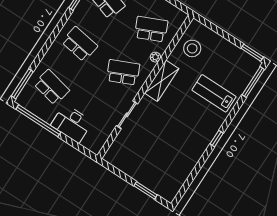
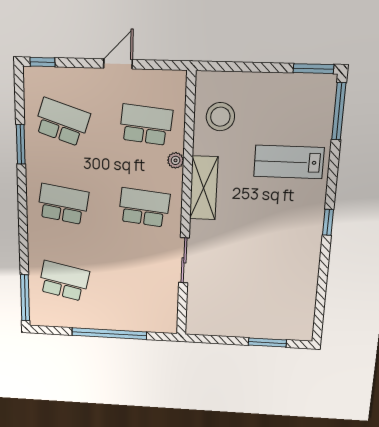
school desk: (151, 29) -> (146, 125), turned 30
school desk: (123, 72) -> (144, 207), turned 30
window: (38, 121) -> (109, 334), moved
desk: (72, 123) -> (119, 312), removed

